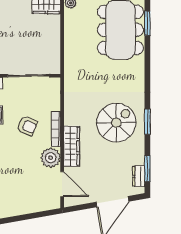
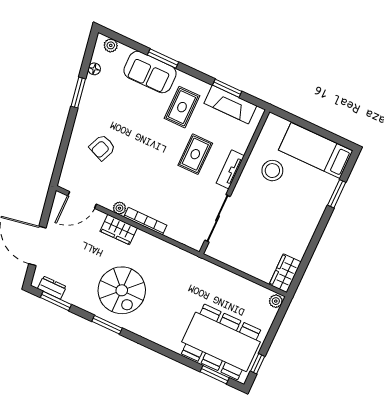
armchair: (27, 126) -> (102, 148), moved
wardrobe: (72, 146) -> (119, 230), width x0.67
plant: (51, 158) -> (119, 208), width x0.53, depth x0.53

